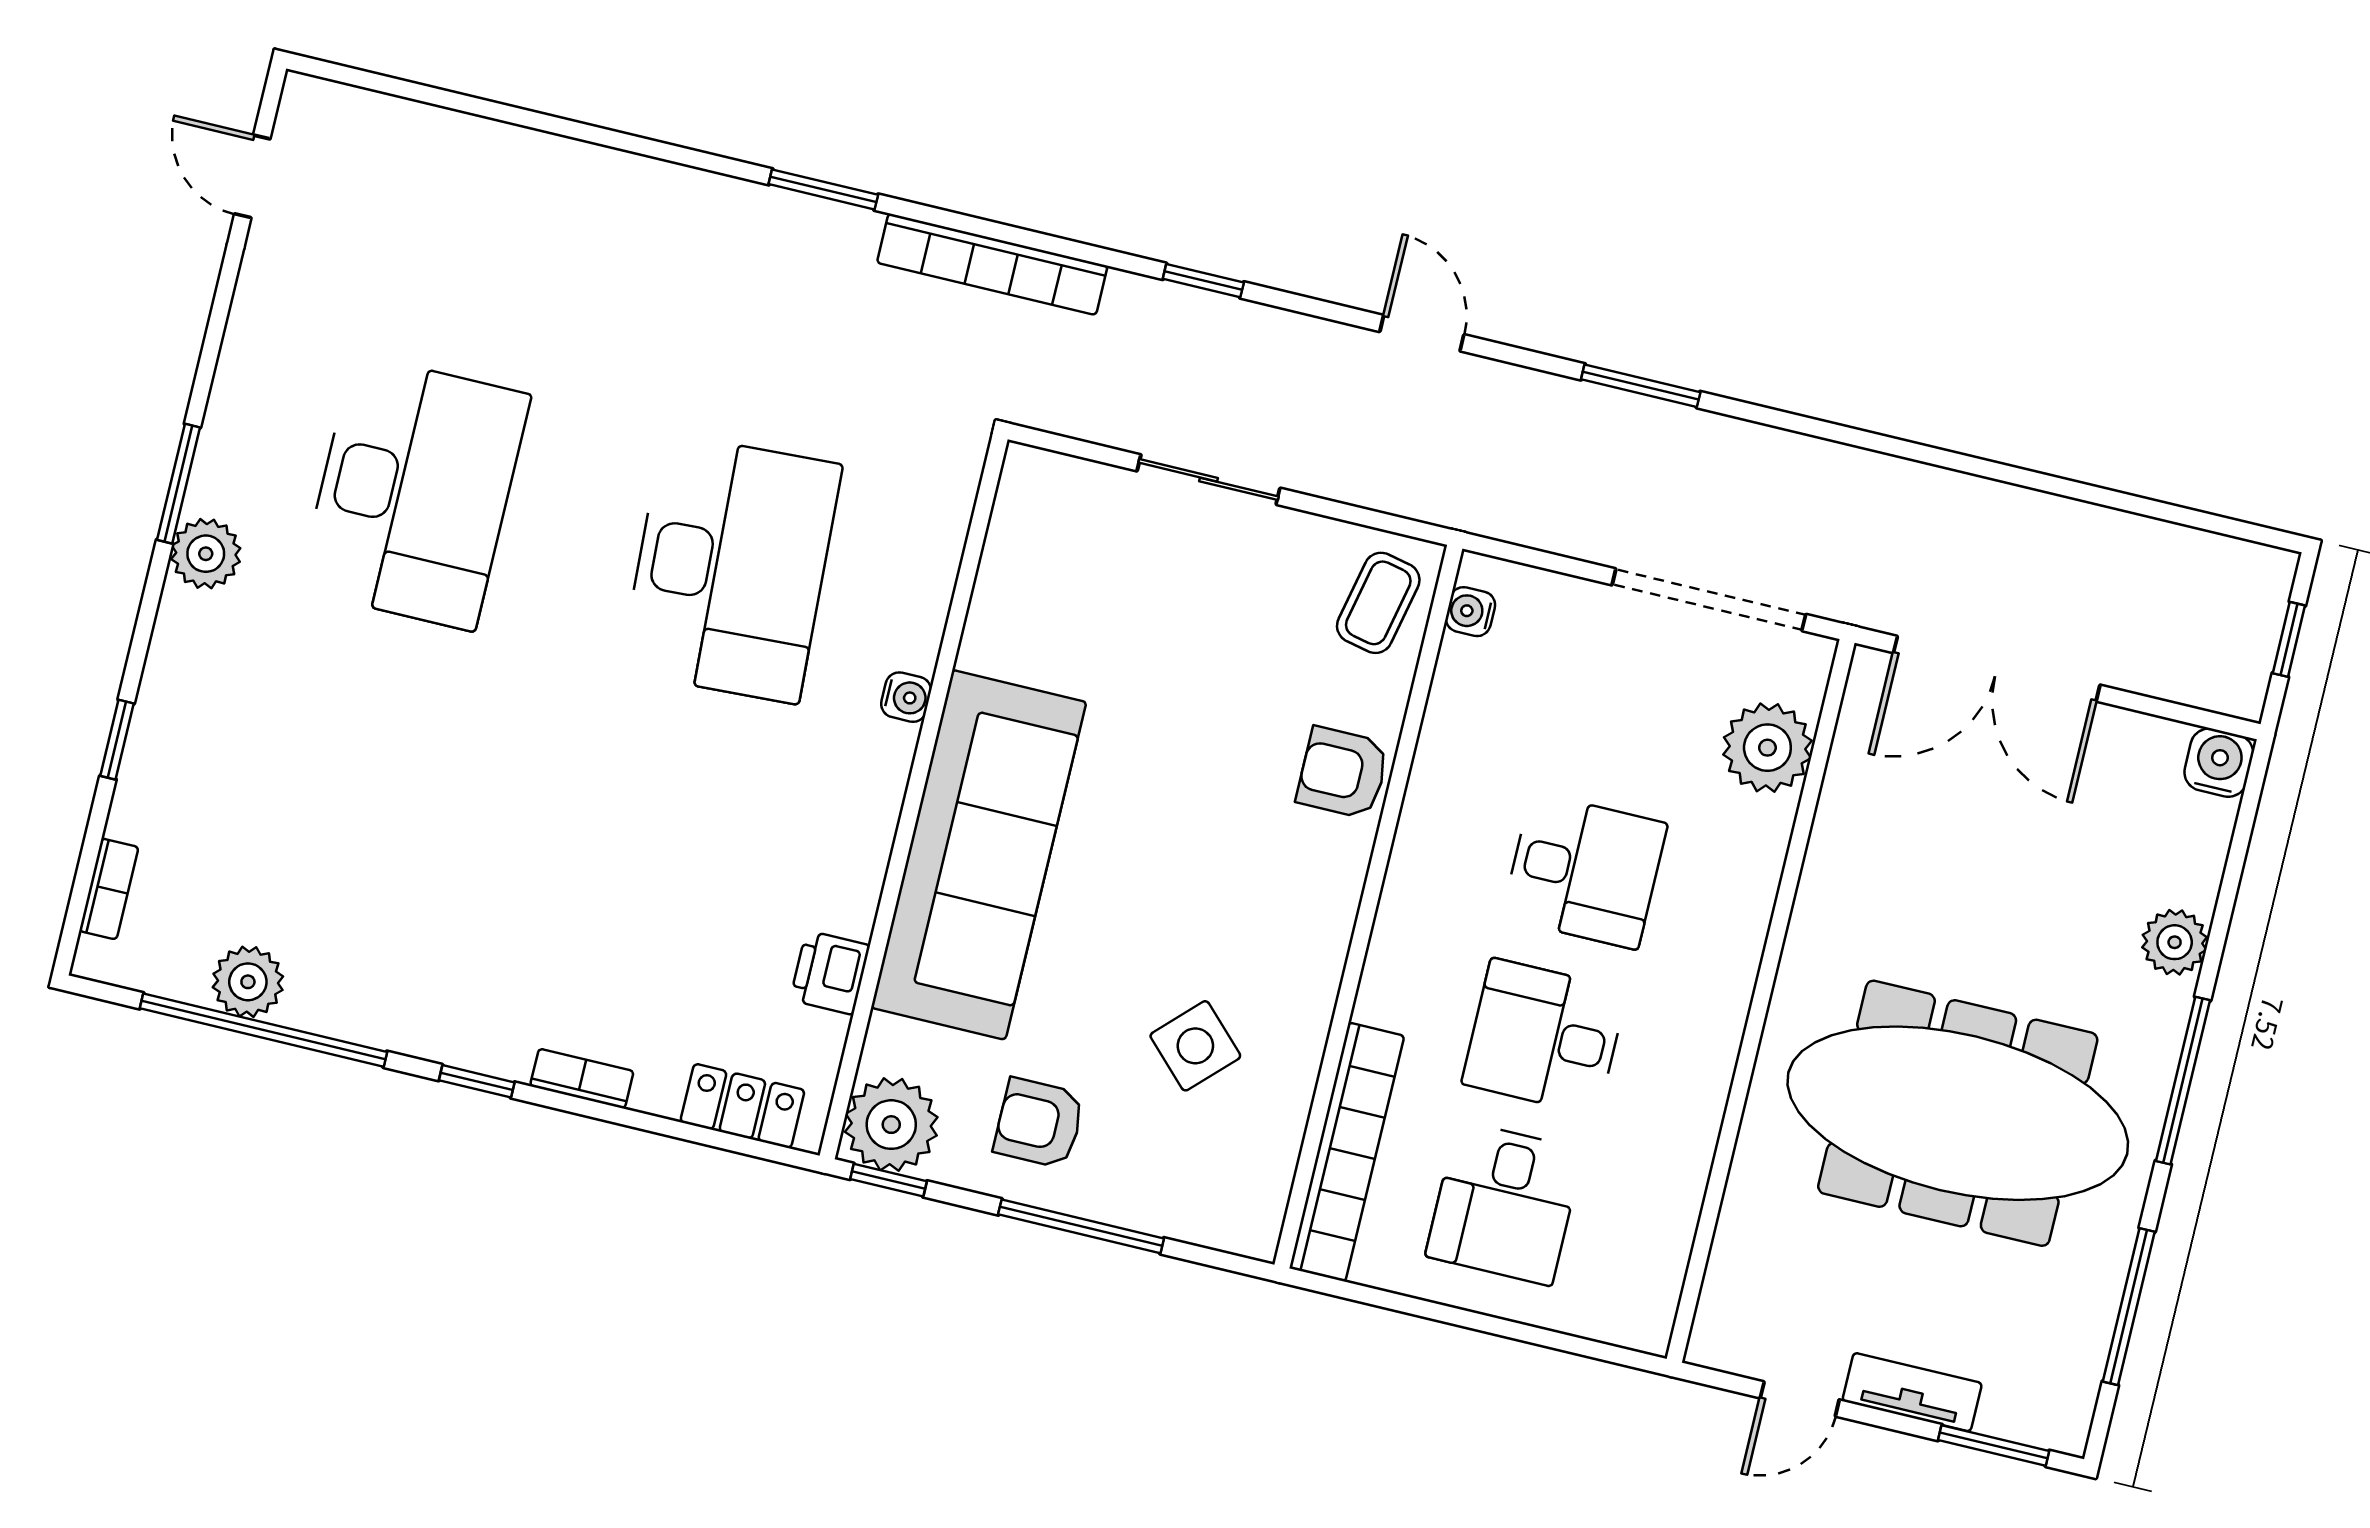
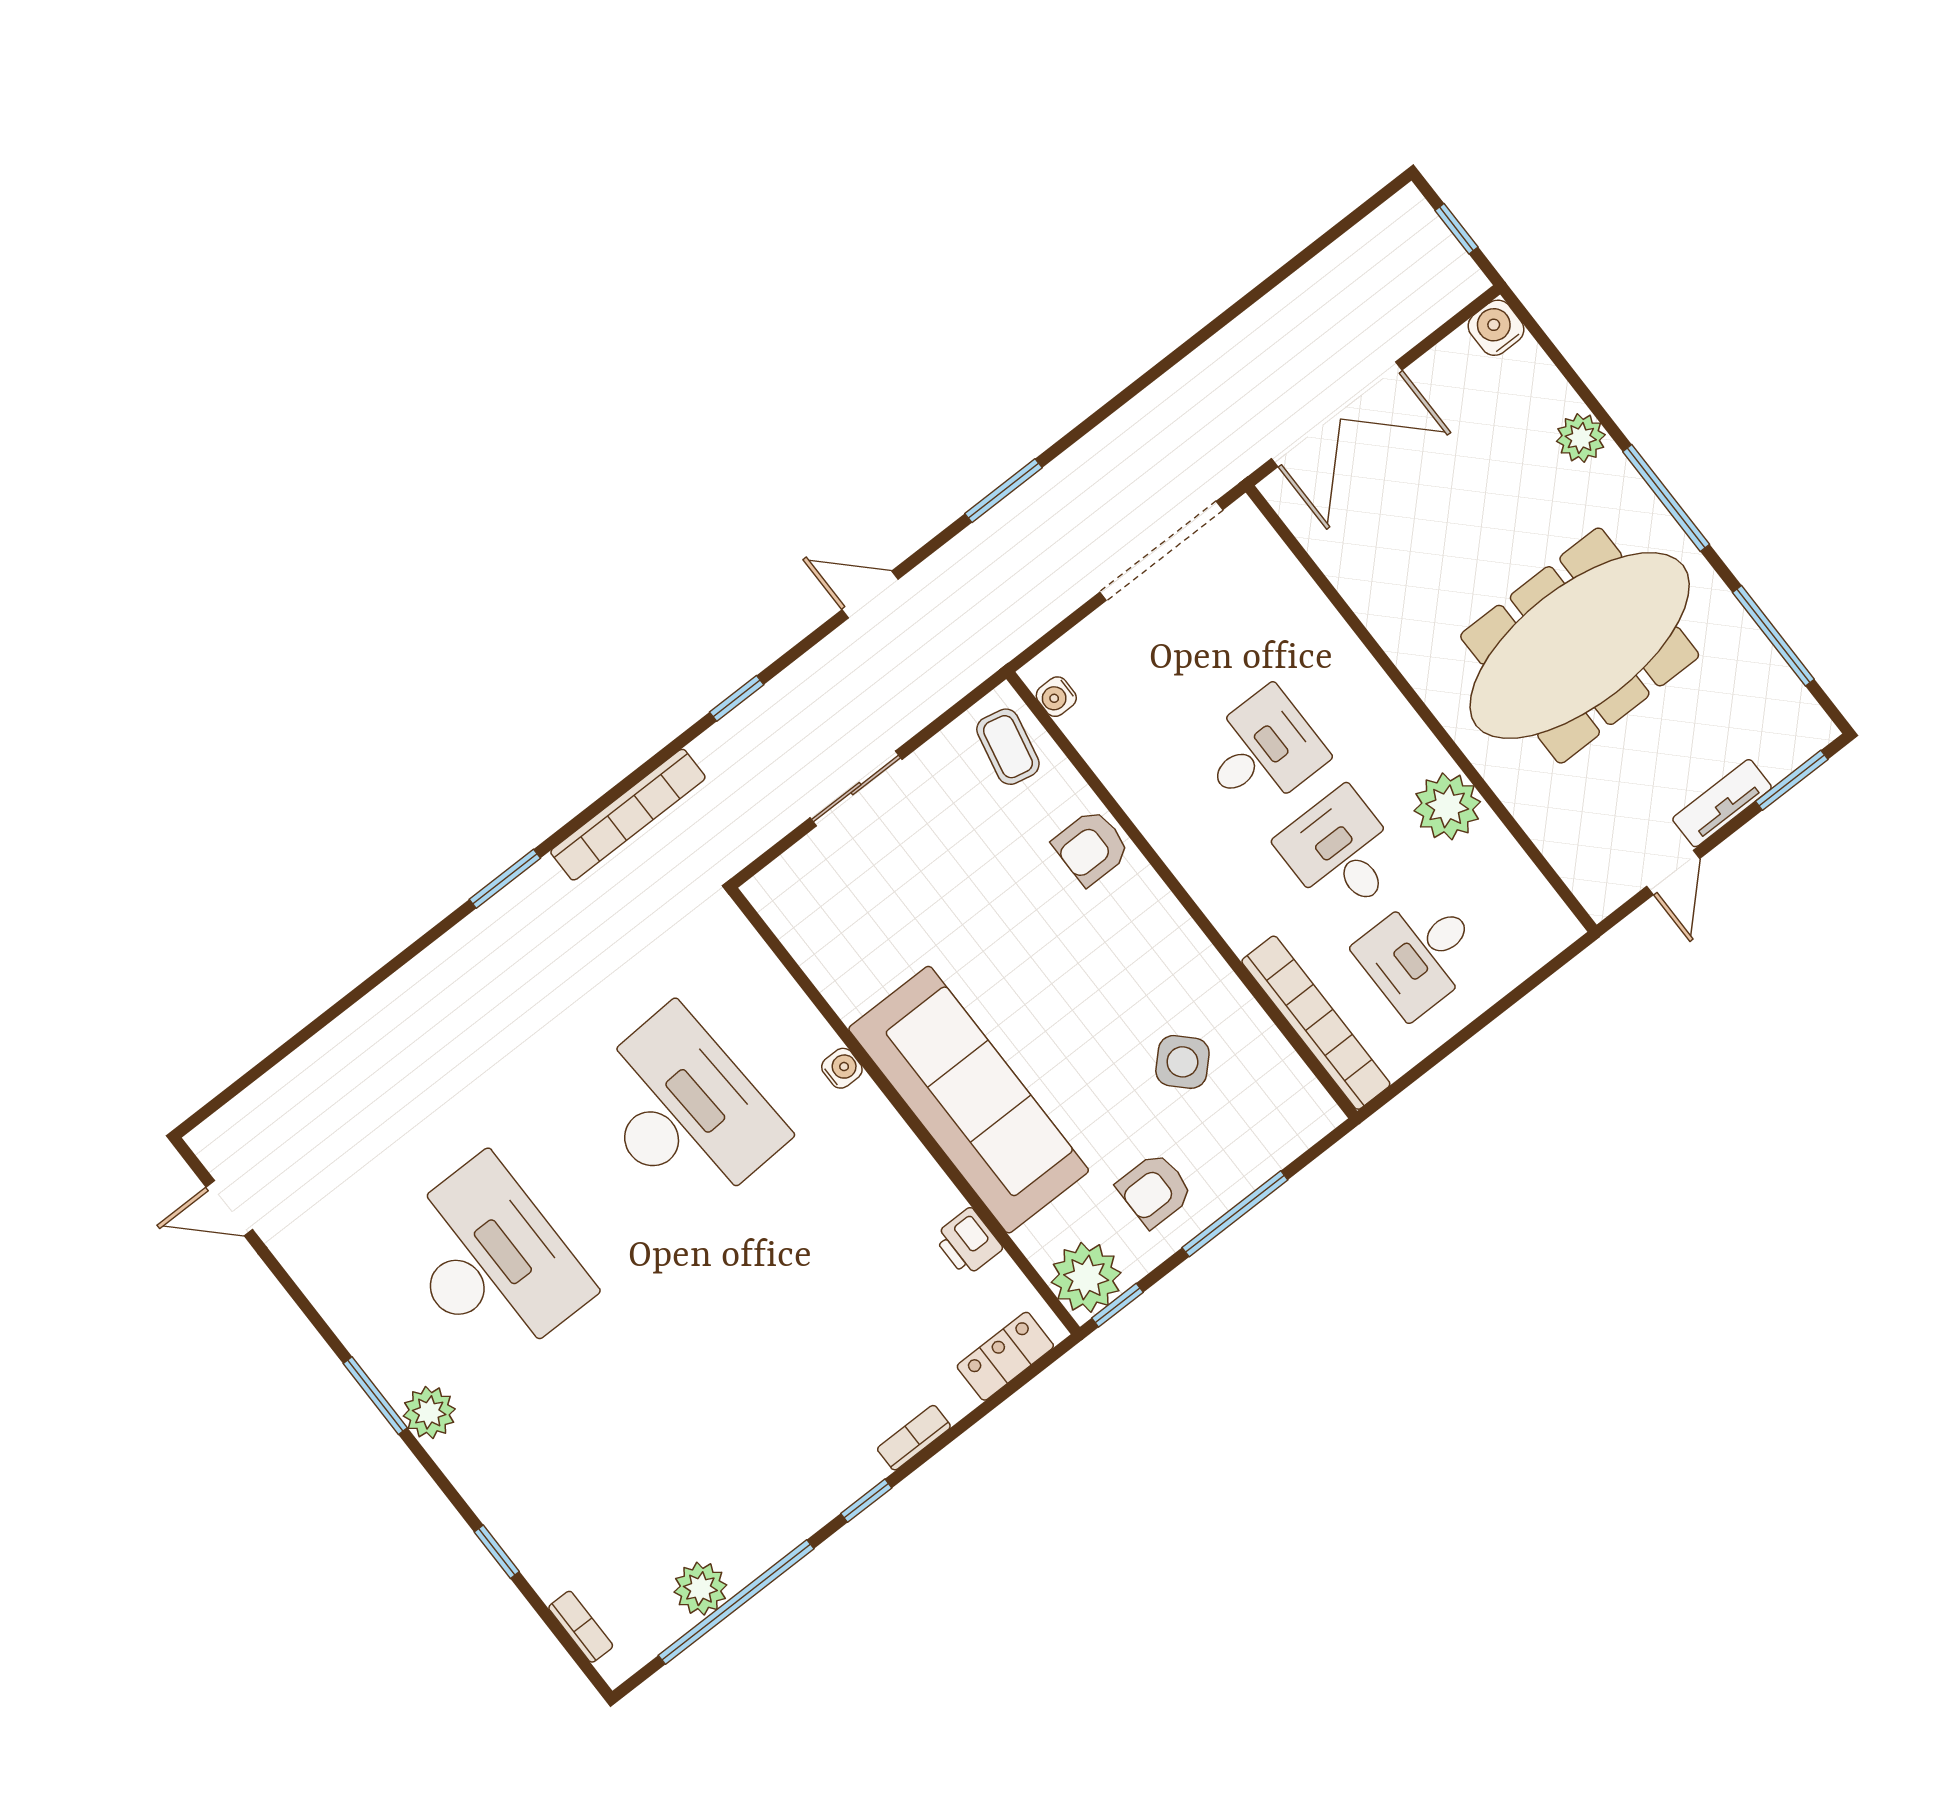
plant: (1767, 748) -> (1447, 806), moved
desk: (1545, 1037) -> (1341, 853), turned 90
desk: (1505, 1203) -> (1420, 954), turned 90

